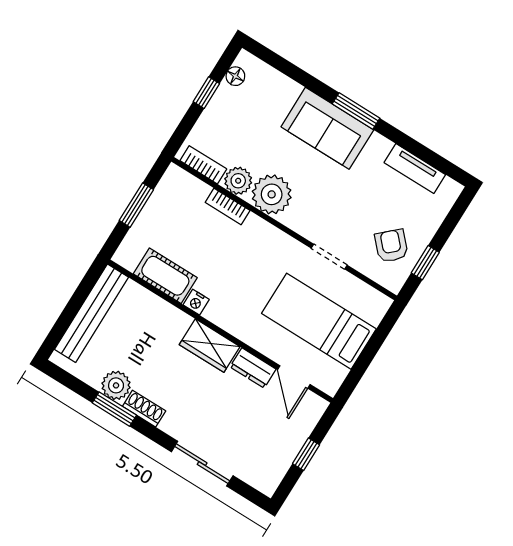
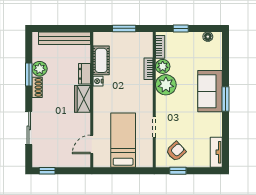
window: (206, 93) -> (181, 28), moved
tv unit: (415, 169) -> (216, 152), moved
dresser: (253, 368) -> (85, 74), moved
window: (306, 454) -> (47, 171), moved

